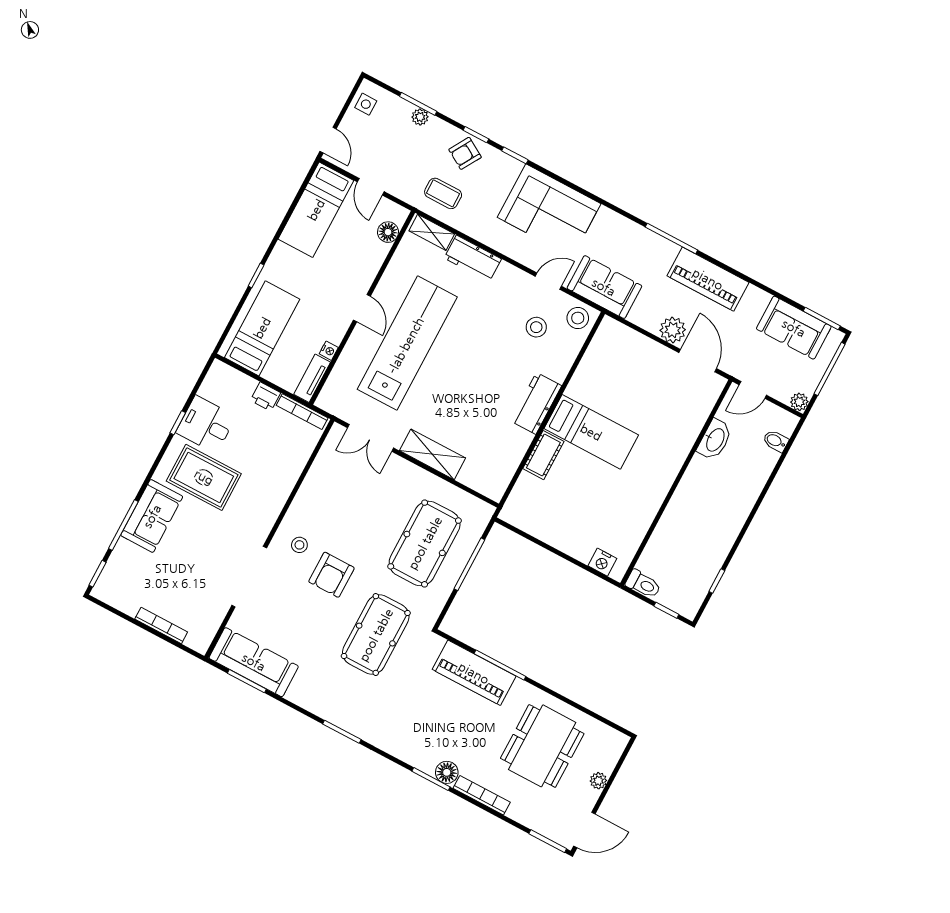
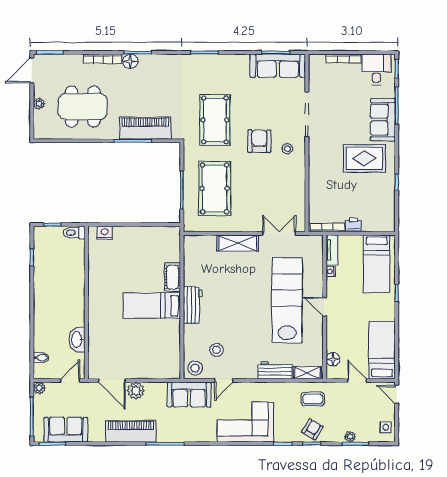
lab bench: (407, 343) -> (287, 300), turned 180
desk: (206, 424) -> (376, 69), moved, turned -90
dining table: (542, 746) -> (83, 107), turned 90

